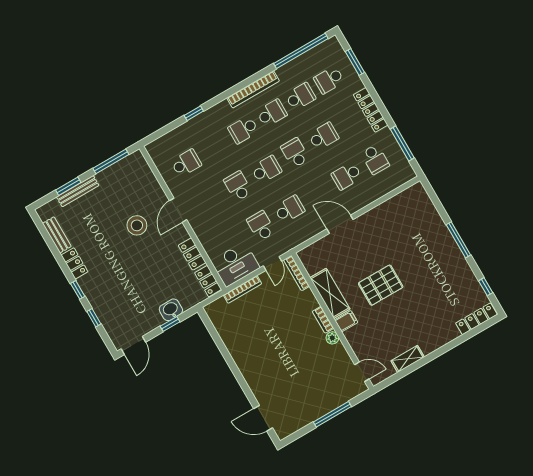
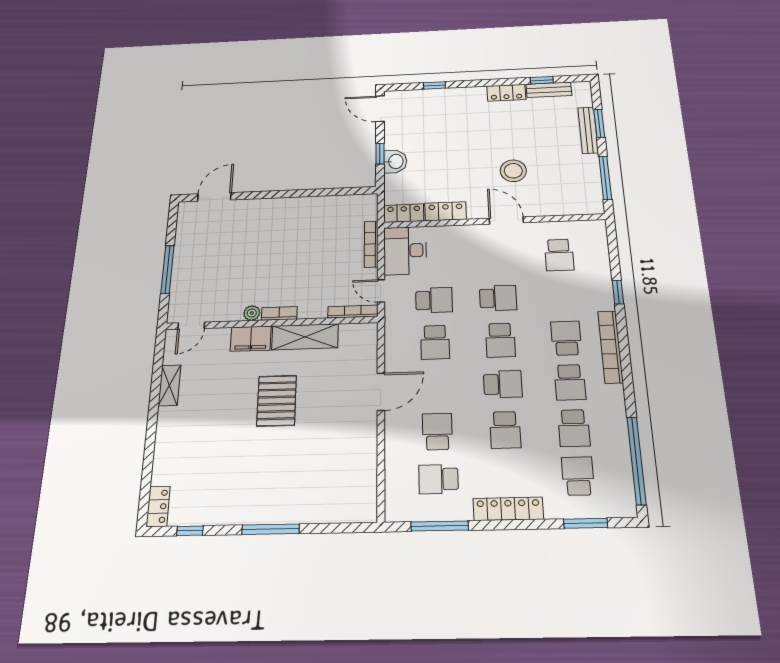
bookcase: (253, 89) -> (610, 347), moved
window: (78, 290) -> (542, 80), moved
locker: (476, 319) -> (158, 506), width x0.66
filing cabinet: (346, 321) -> (251, 339), width x2.00

